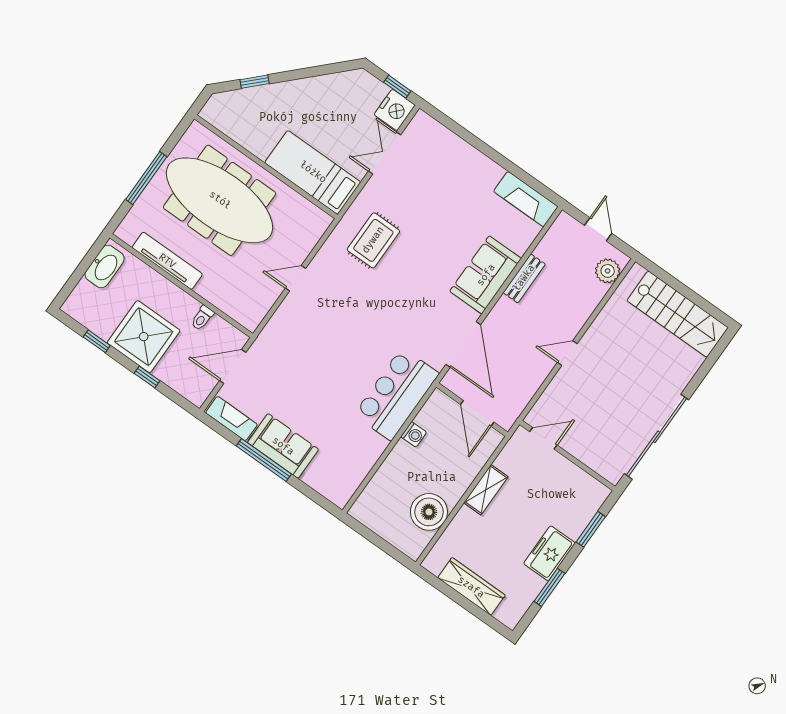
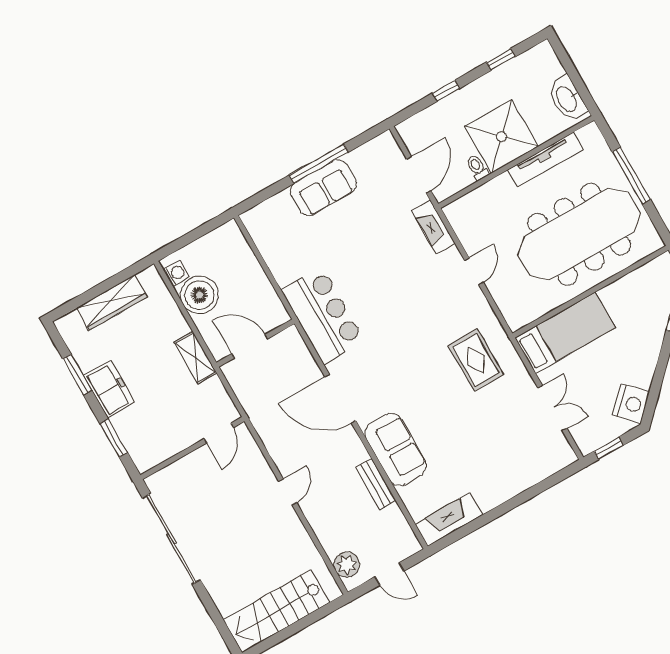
nightstand: (395, 110) -> (631, 404), moved, turned -135
shower: (144, 337) -> (501, 136), moved
wall: (472, 410) -> (255, 343), moved
door: (477, 413) -> (250, 346), moved
fireplace: (231, 419) -> (433, 227), moved, turned 90
washing machine: (414, 434) -> (176, 273), moved, turned 180

